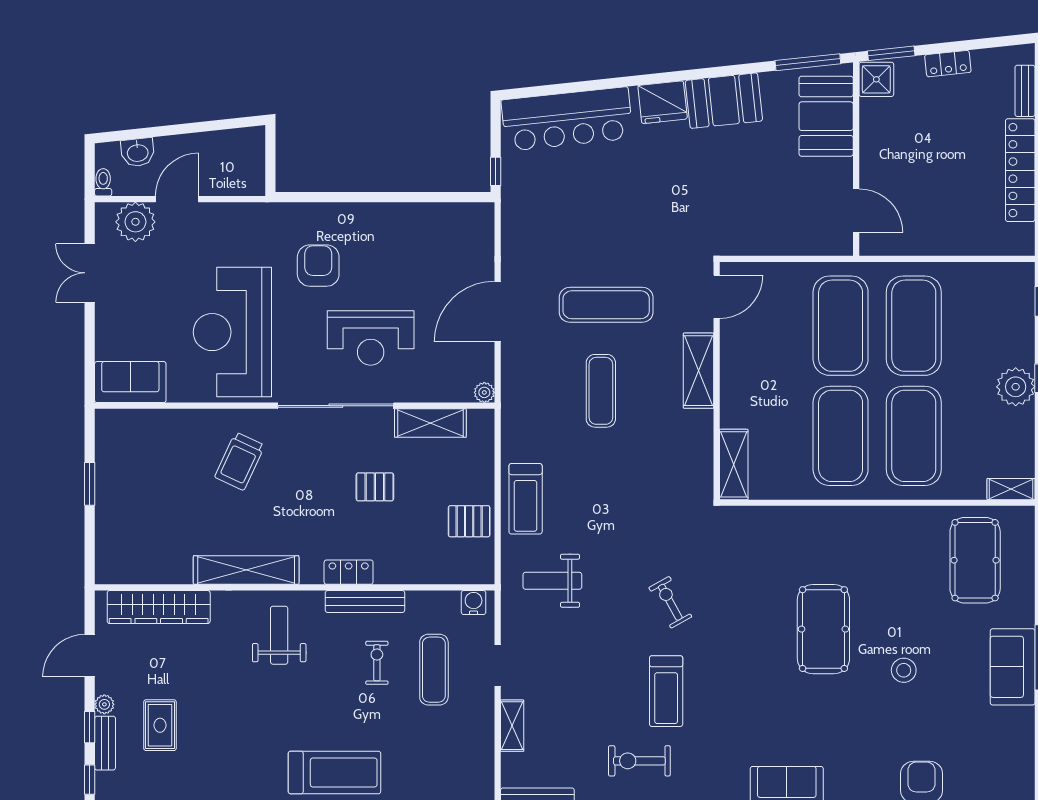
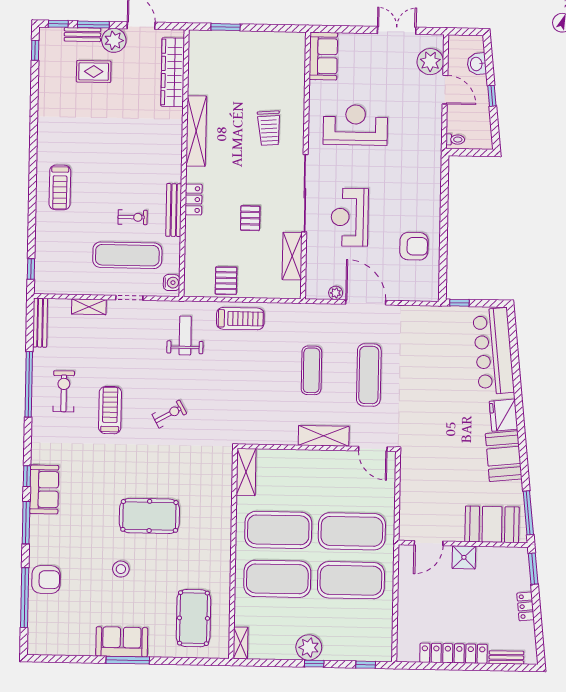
shower: (876, 79) -> (464, 557), moved
window: (185, 129) -> (492, 96), added
toilet: (103, 182) -> (455, 140), moved
armchair: (318, 266) -> (414, 246), moved
reception desk: (232, 332) -> (355, 125), width x0.74, depth x0.77
exercise mat: (601, 391) -> (311, 370), turned 90
plant: (484, 392) -> (336, 293), moved
trolley: (240, 461) -> (269, 128), turned -119
shelving: (734, 464) -> (246, 472), moved, turned 90
window: (90, 484) -> (226, 27), moved
treadmill: (526, 499) -> (240, 319), turned 180
pool table: (975, 560) -> (193, 618), turned 90
weight bench: (279, 635) -> (152, 152), removed
exercise mat: (434, 670) -> (127, 255), width x1.36, depth x1.45
treadmill: (666, 691) -> (110, 410), turned 90
plant: (104, 704) -> (114, 40), width x1.88, depth x1.88
window: (90, 727) -> (93, 25), width x1.50
treadmill: (334, 772) -> (60, 187), width x0.73, depth x0.73

